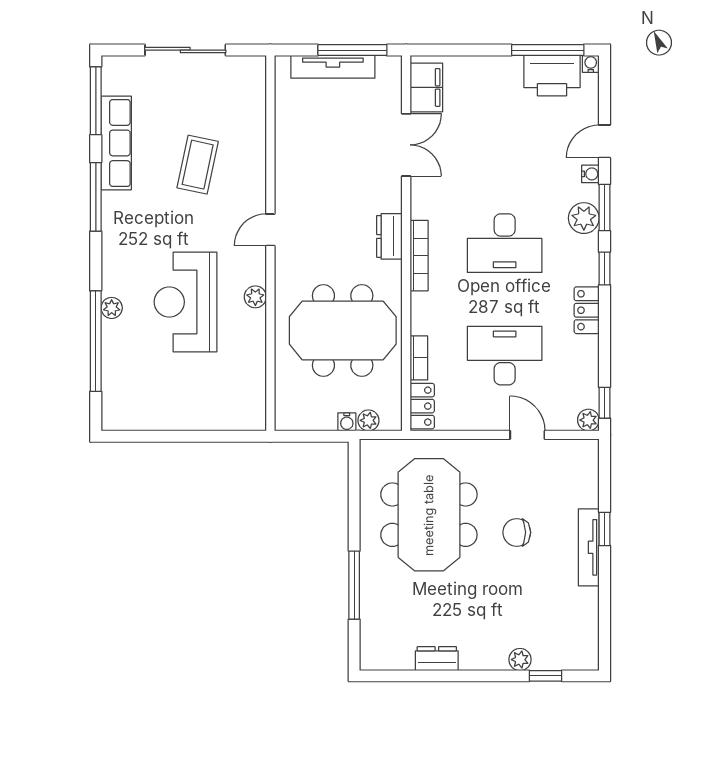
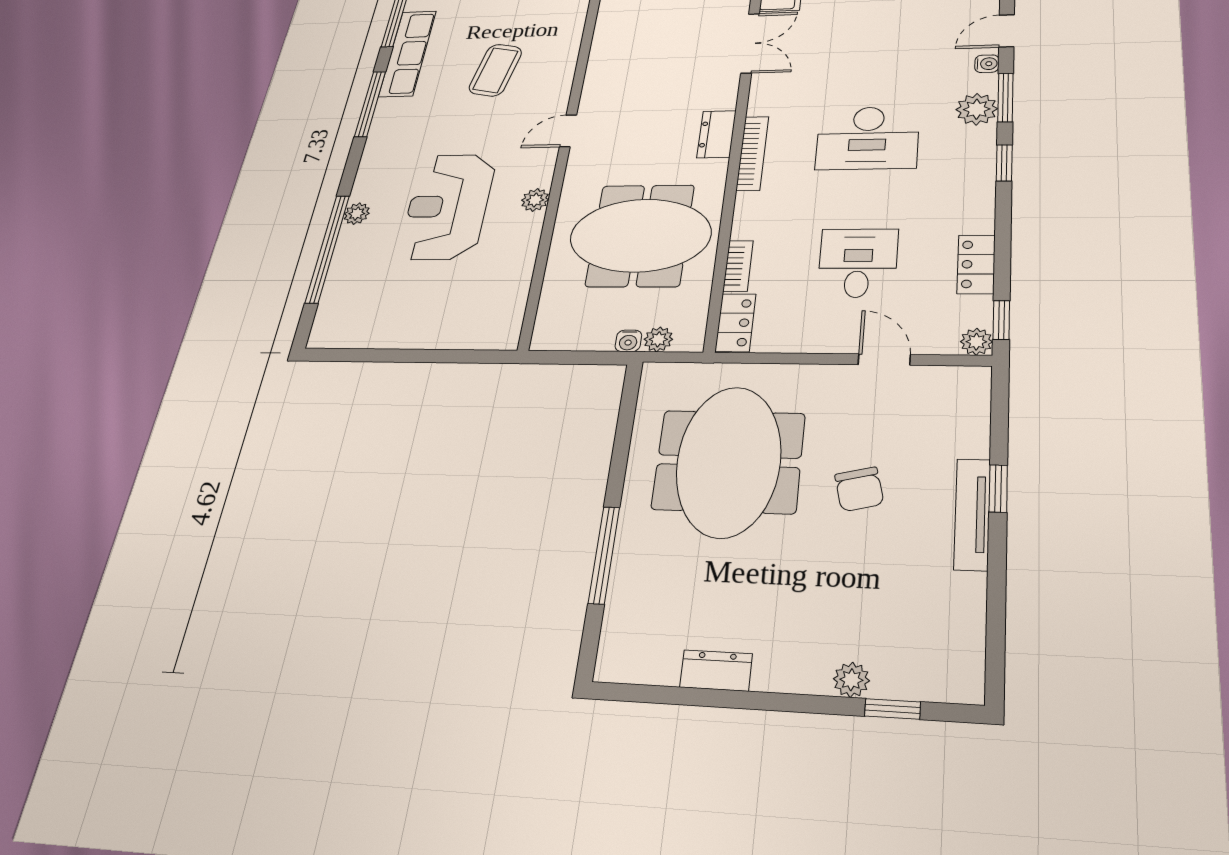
locker: (587, 310) -> (976, 264), moved
desk: (505, 356) -> (858, 263), width x0.73
chair: (517, 532) -> (859, 489), turned -104

